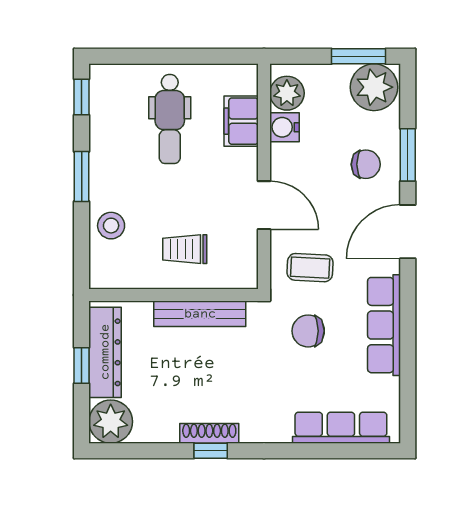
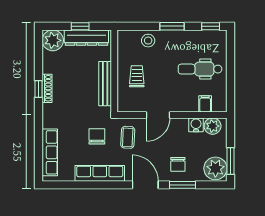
filing cabinet: (241, 121) -> (205, 104), width x0.50

